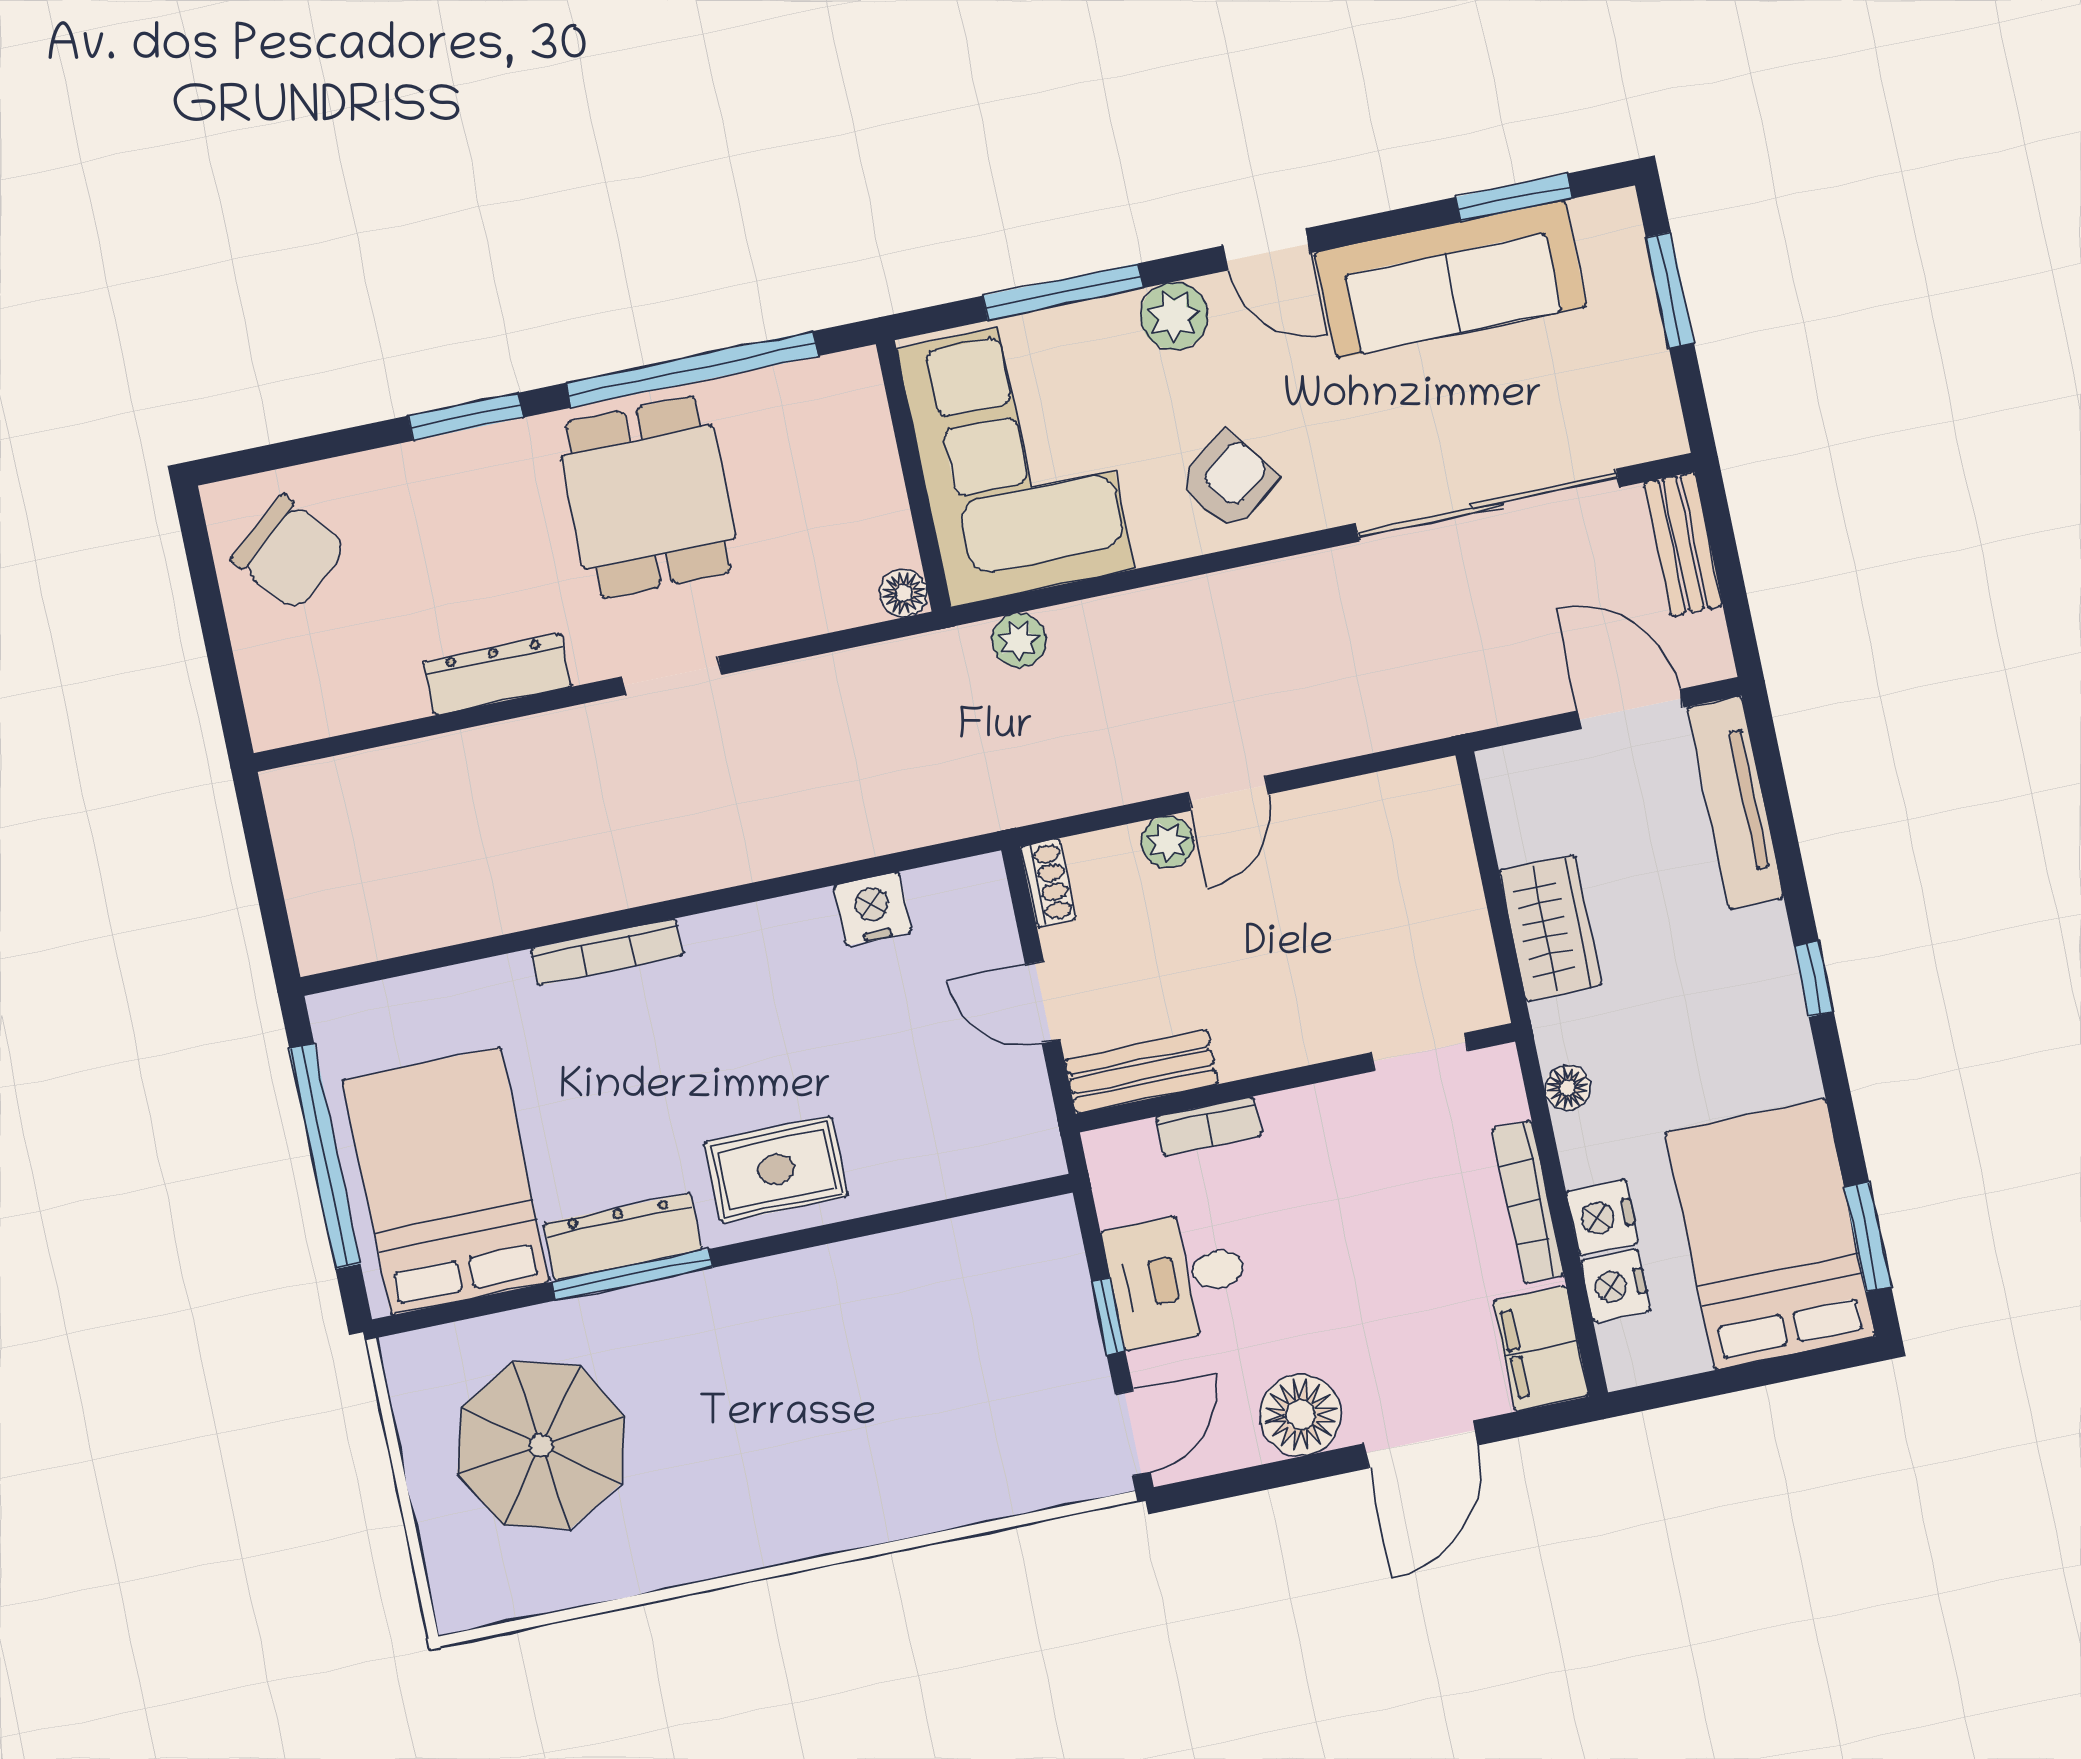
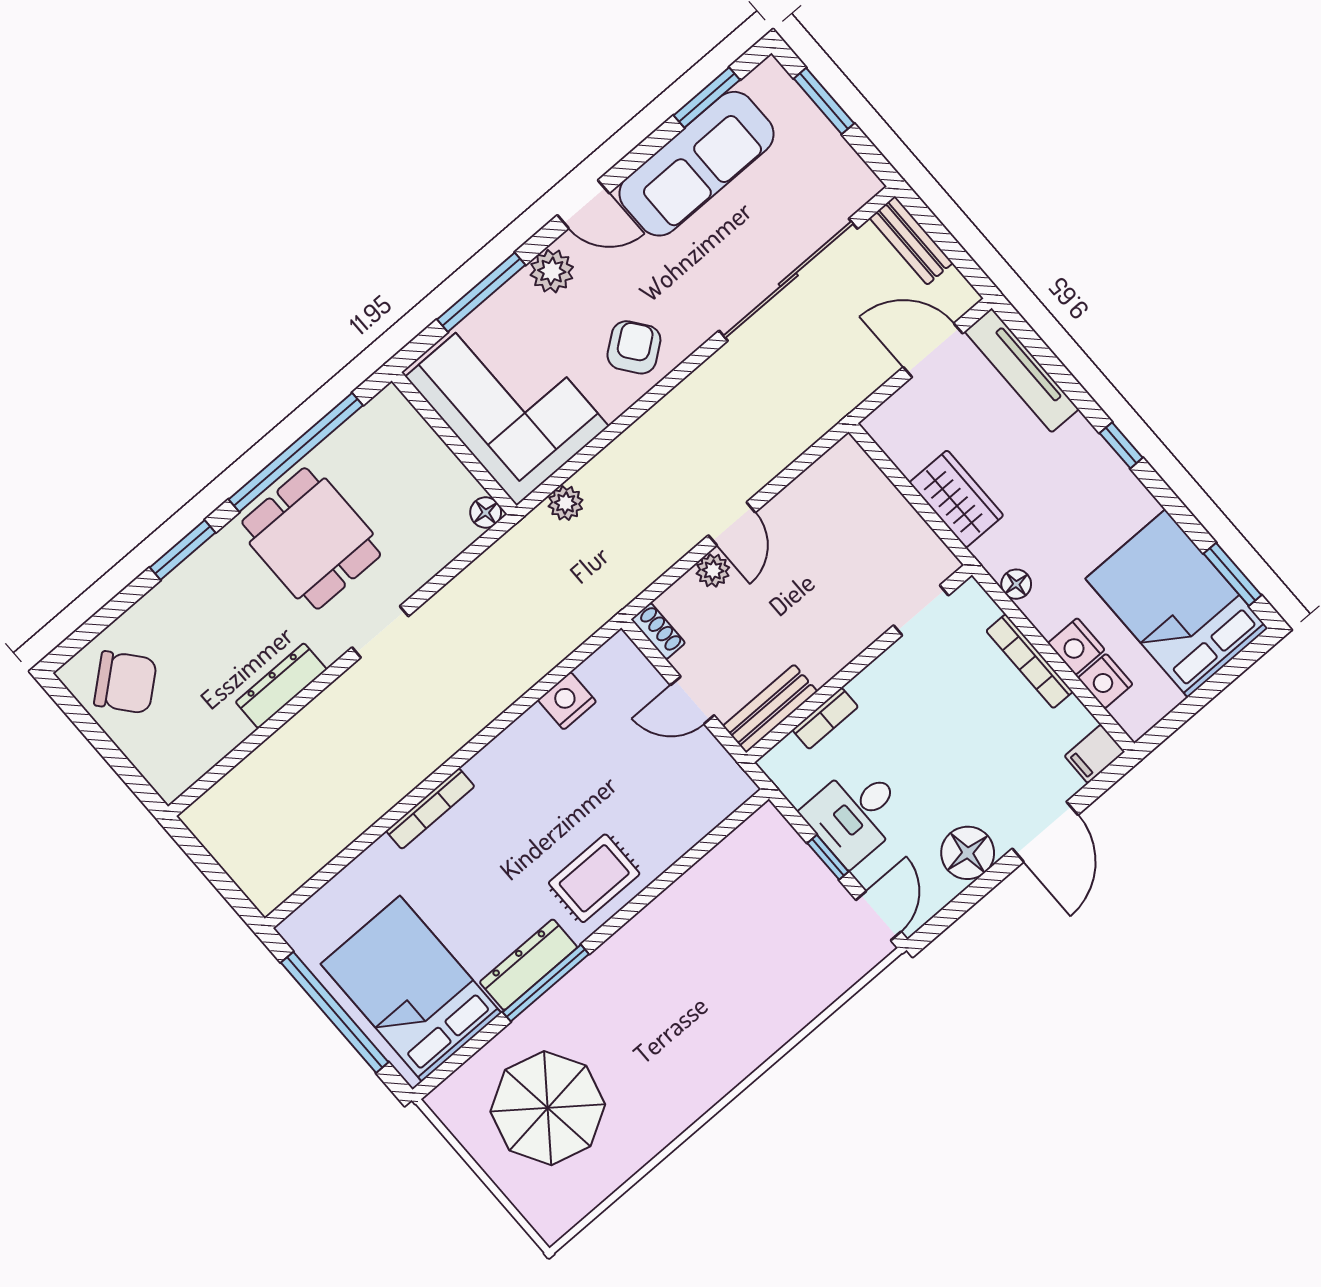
filing cabinet: (1541, 1348) -> (1095, 754), width x0.50

